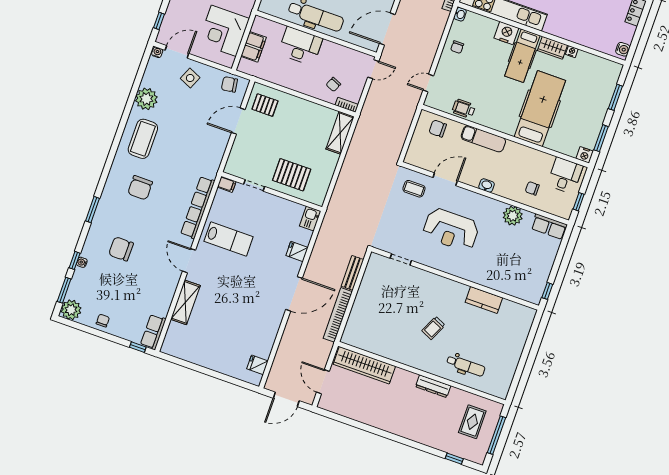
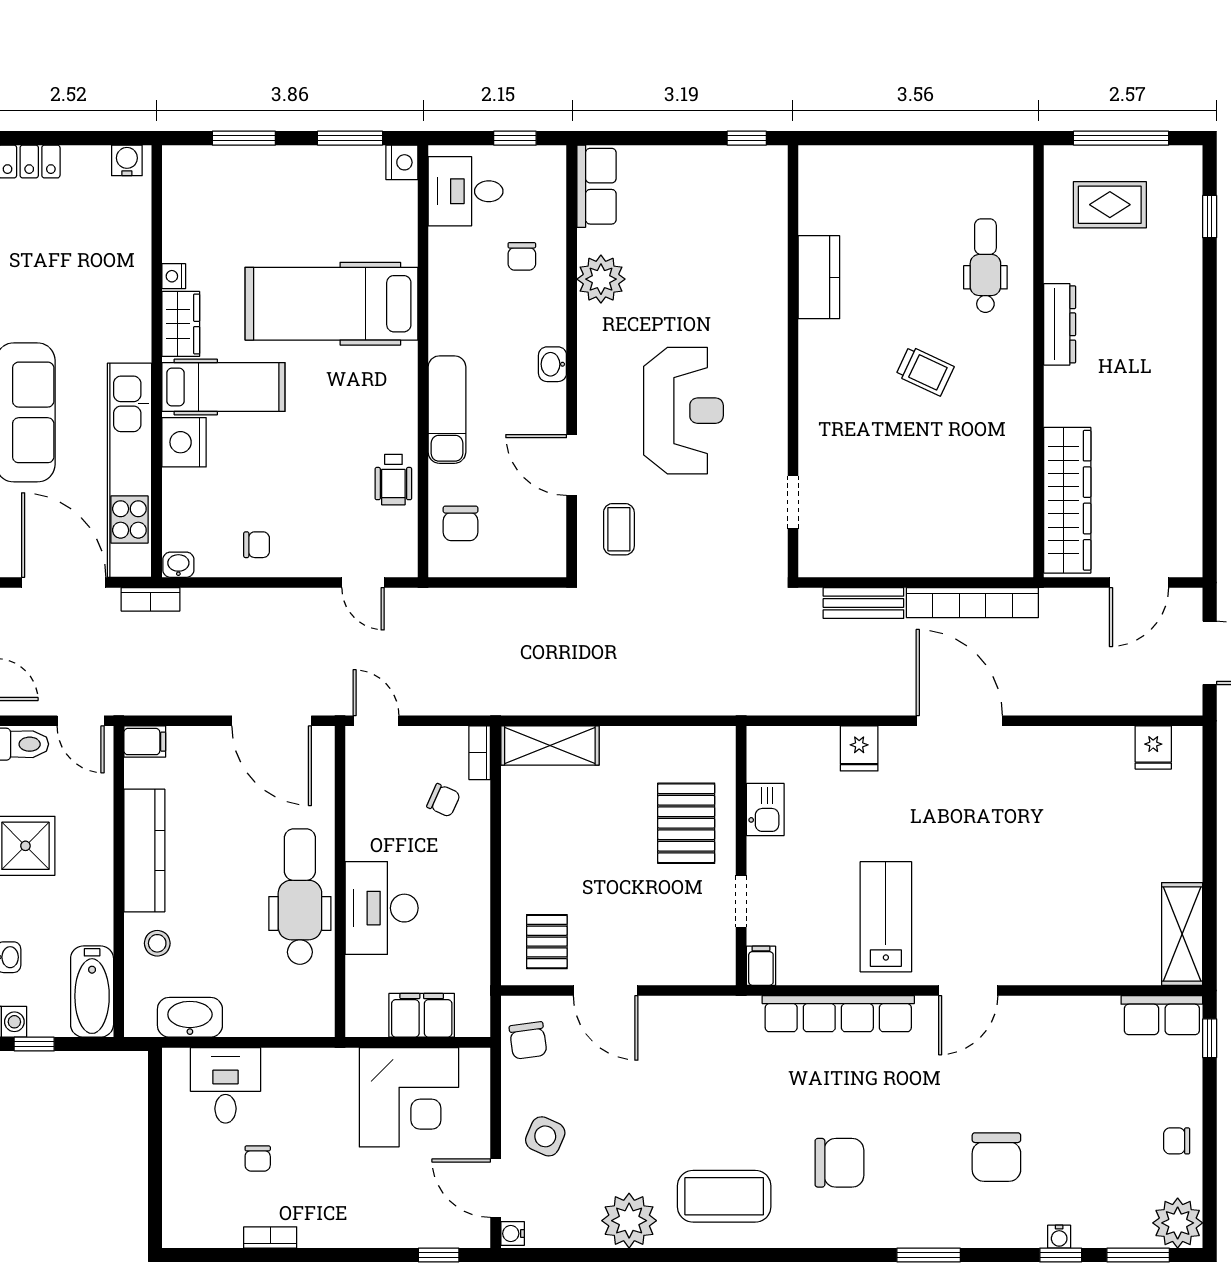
kitchen sink: (310, 219) -> (765, 810), moved, turned -90
shelving: (185, 302) -> (1182, 934), moved, turned 90

